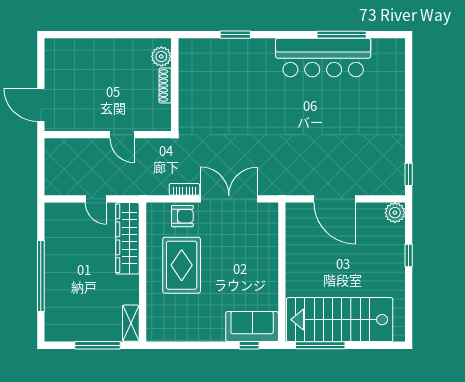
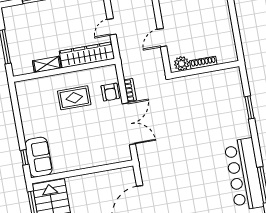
plant: (161, 56) -> (182, 64), moved
rug: (182, 265) -> (74, 98), width x0.73, depth x0.70
shelving: (131, 323) -> (47, 64), moved

